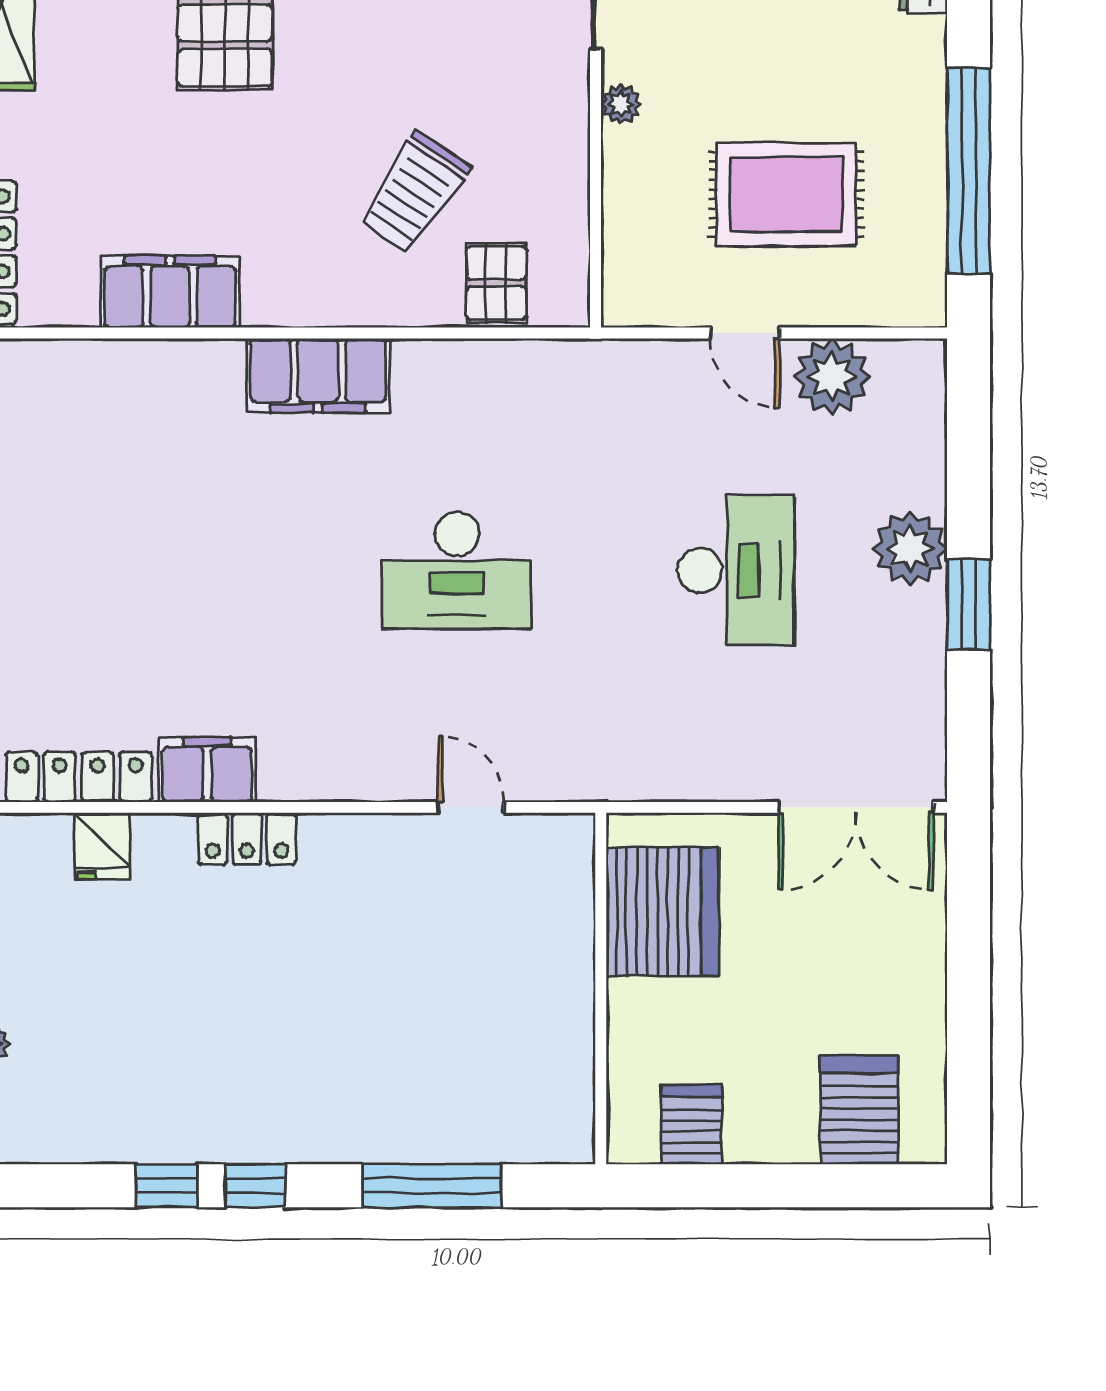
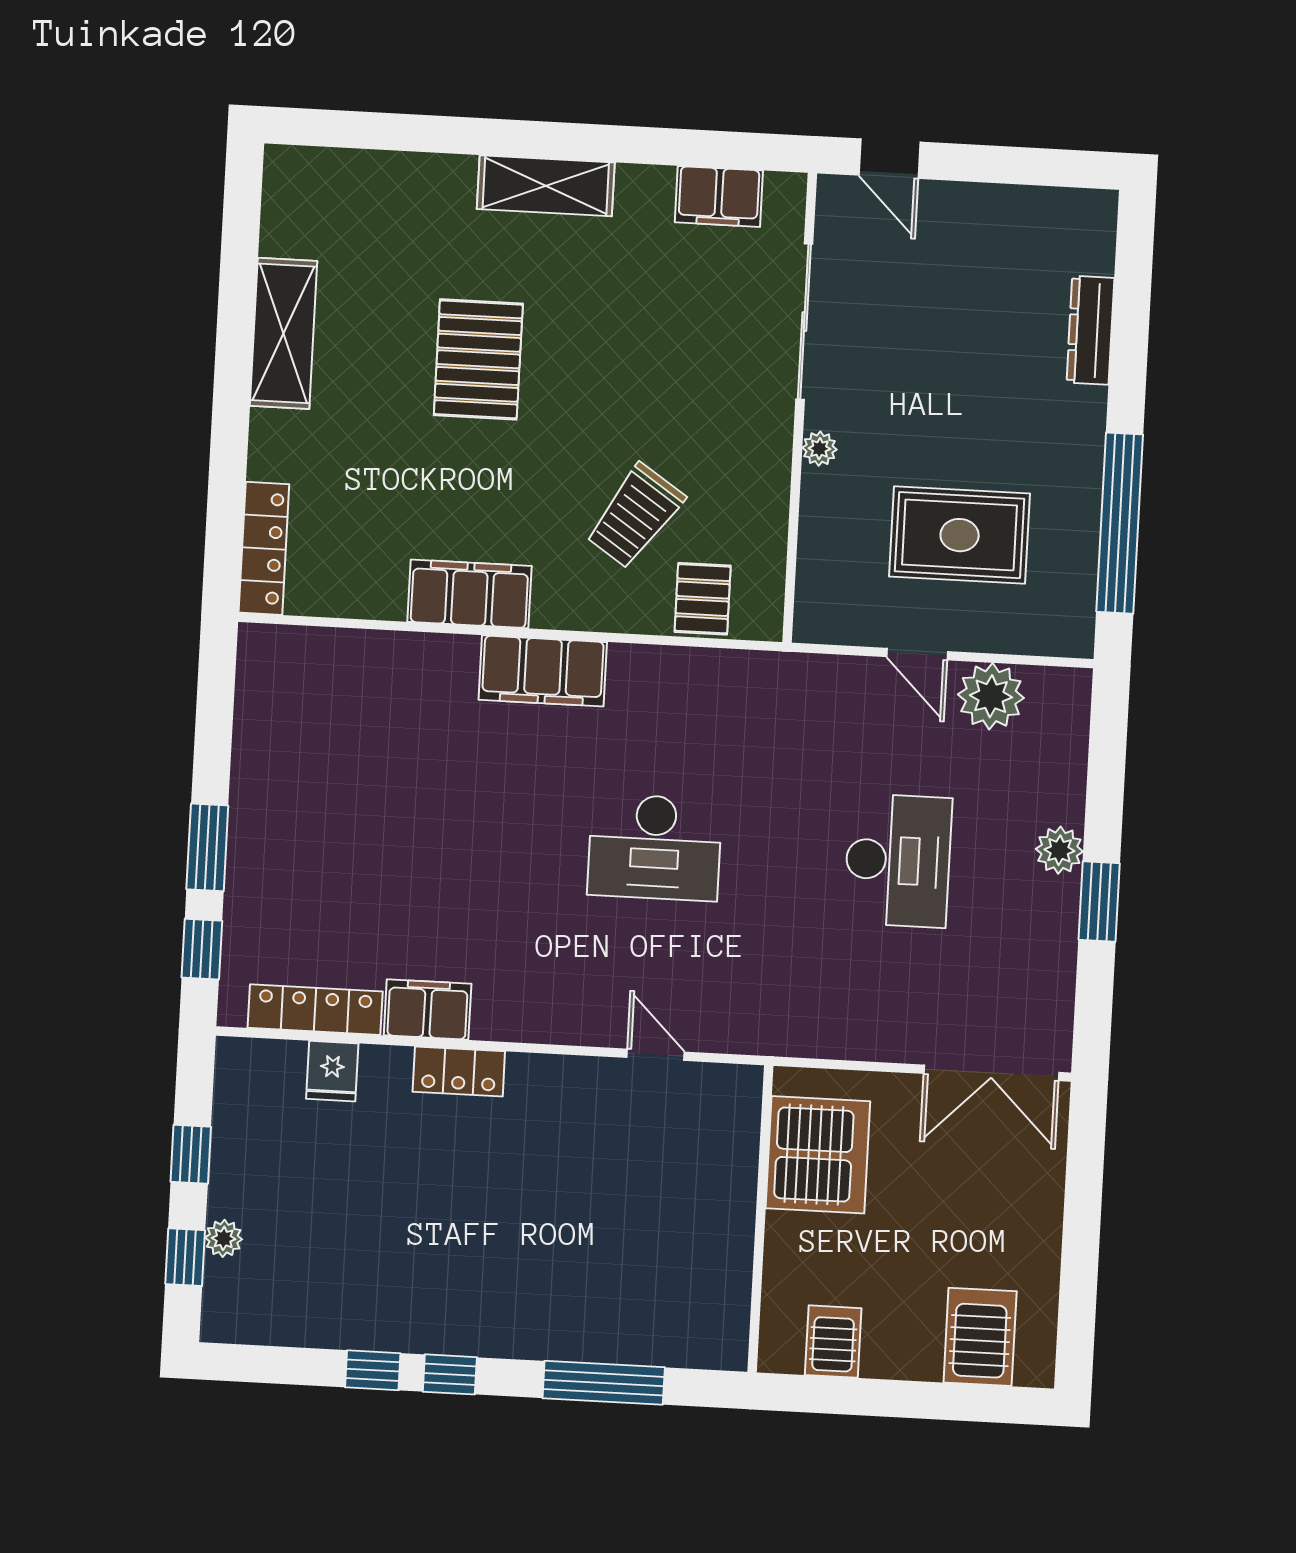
filing cabinet: (170, 292) -> (470, 594), moved
plant: (910, 549) -> (1059, 850), width x0.73, depth x0.73

